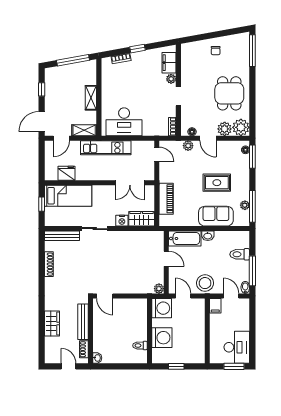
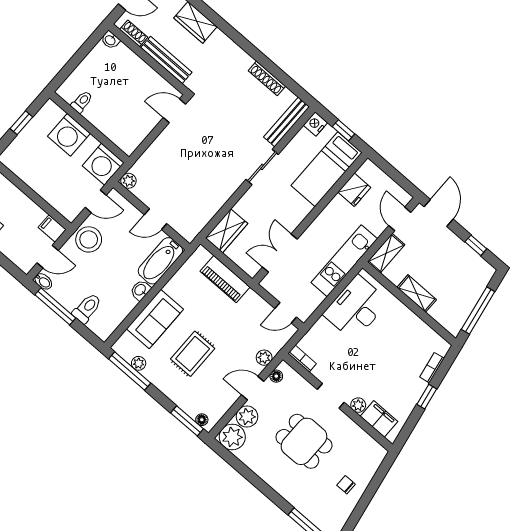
dining table: (229, 93) -> (304, 441), moved
nightstand: (122, 221) -> (315, 124), moved

